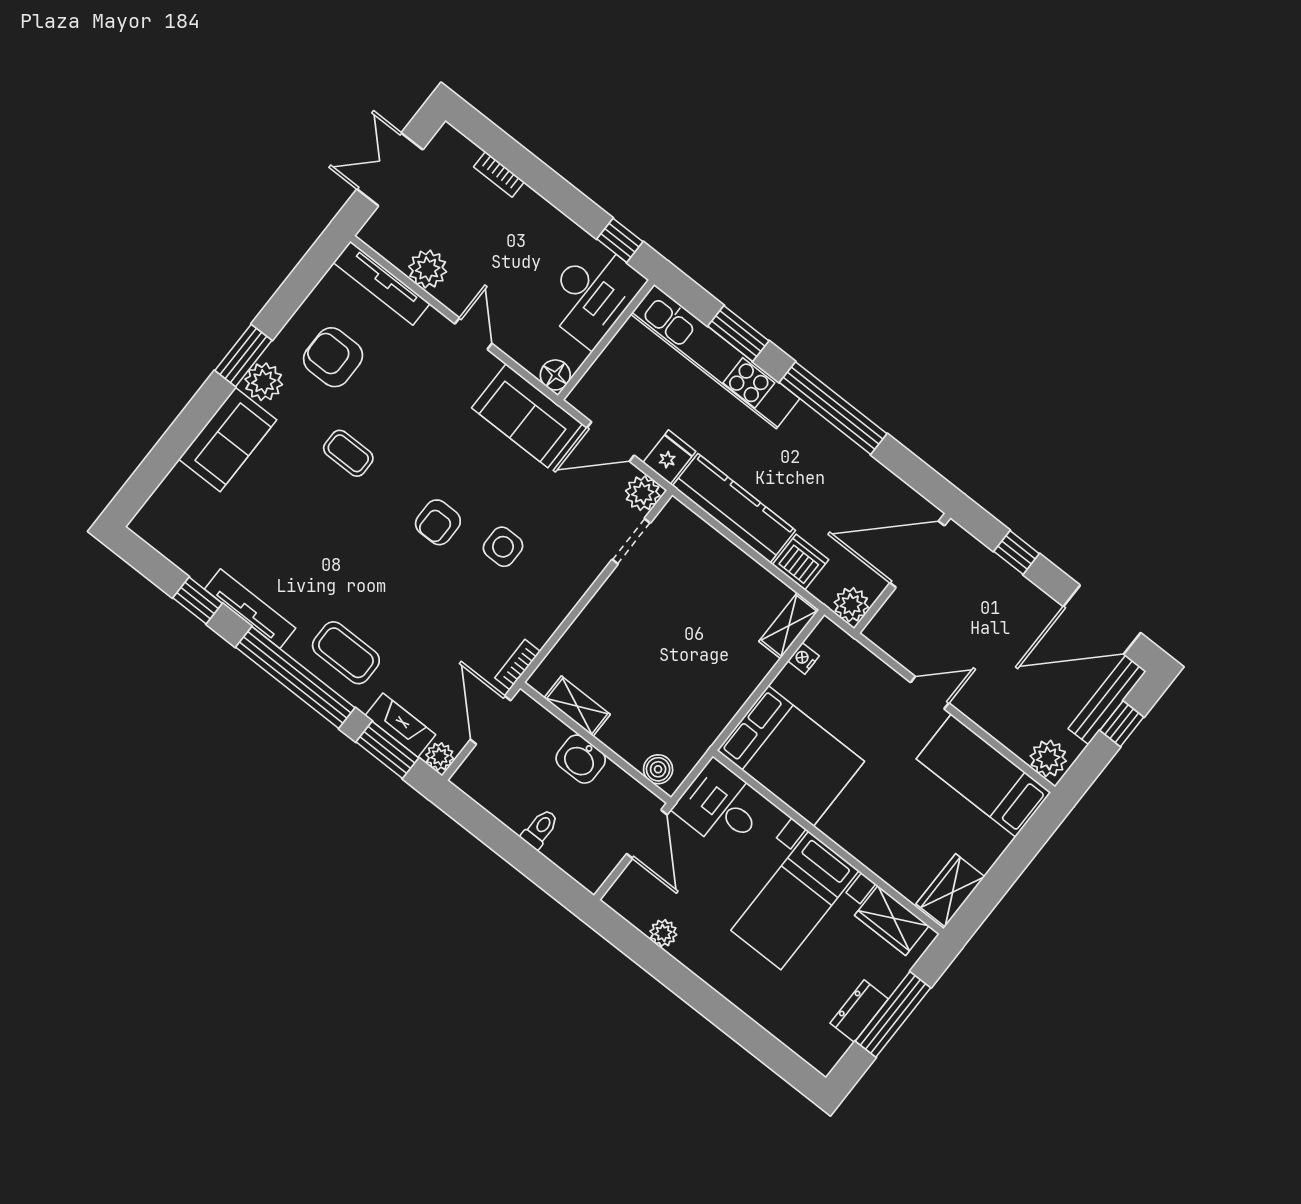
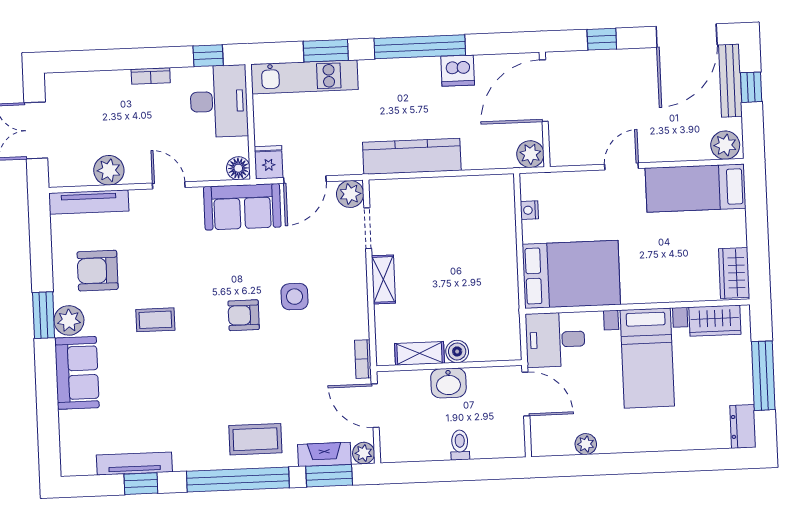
bookcase: (499, 174) -> (151, 76), moved
kitchen unit: (715, 356) -> (304, 77), width x0.73
fridge: (669, 457) -> (269, 162), moved
armchair: (438, 522) -> (244, 315), turned 90
dishwasher: (800, 562) -> (458, 71), moved, turned 180
tv unit: (250, 609) -> (134, 463), moved
shelving: (789, 626) -> (383, 279), moved
boiler: (658, 769) -> (457, 351), moved
dresser: (859, 1011) -> (743, 427), moved

